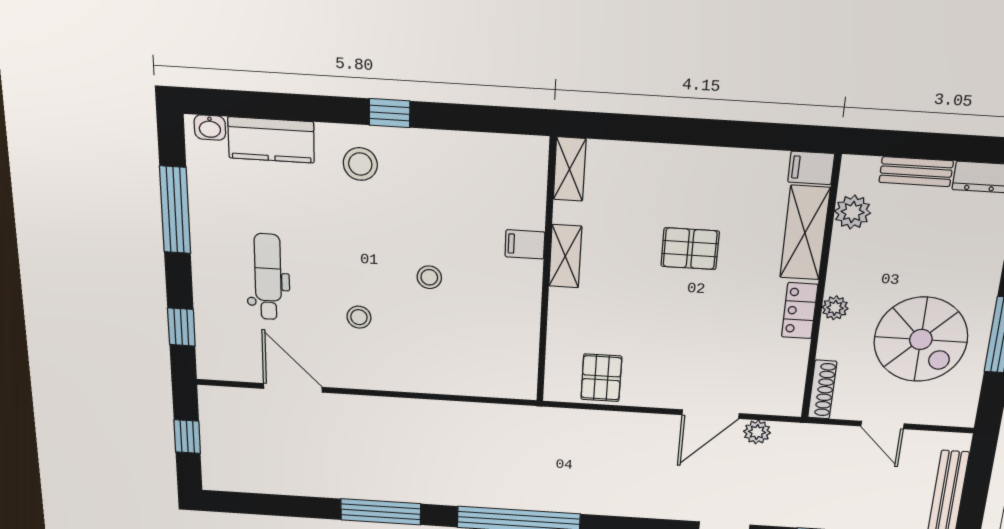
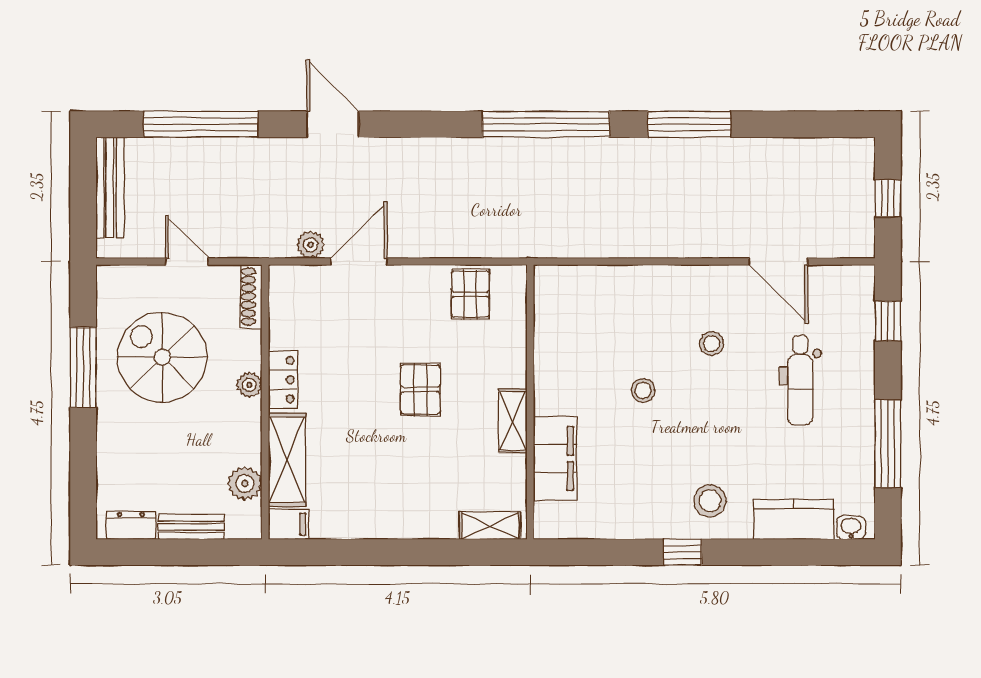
shelving: (570, 169) -> (490, 526), moved, turned 90
filing cabinet: (525, 244) -> (555, 458), width x3.00, depth x1.17
pallet: (690, 249) -> (420, 389), moved, turned 90

